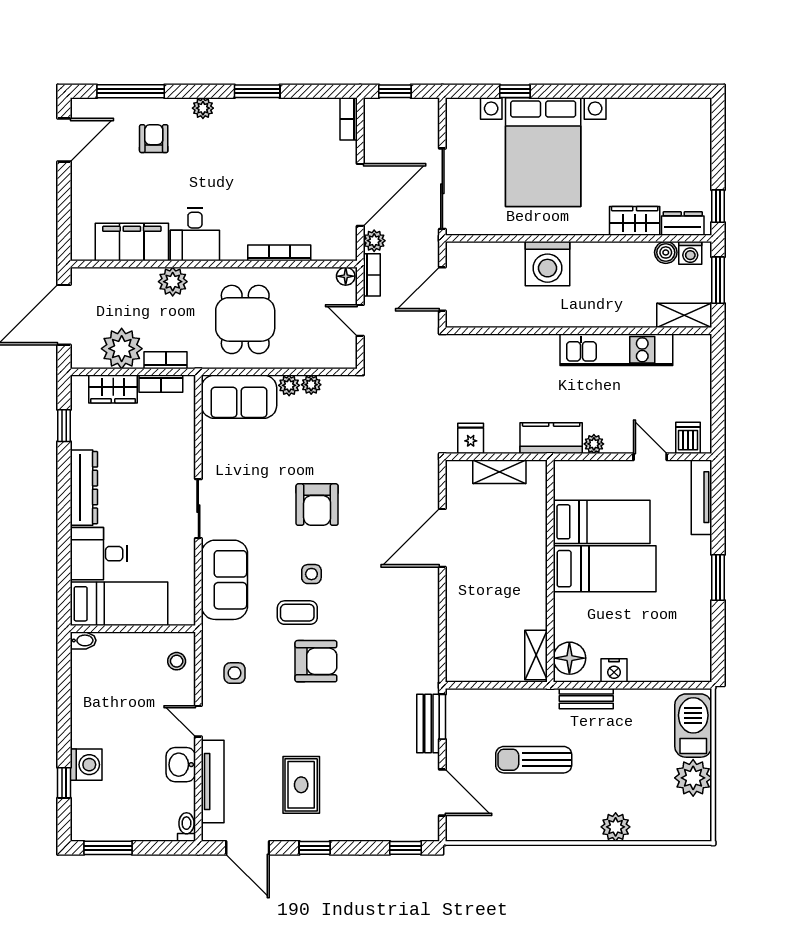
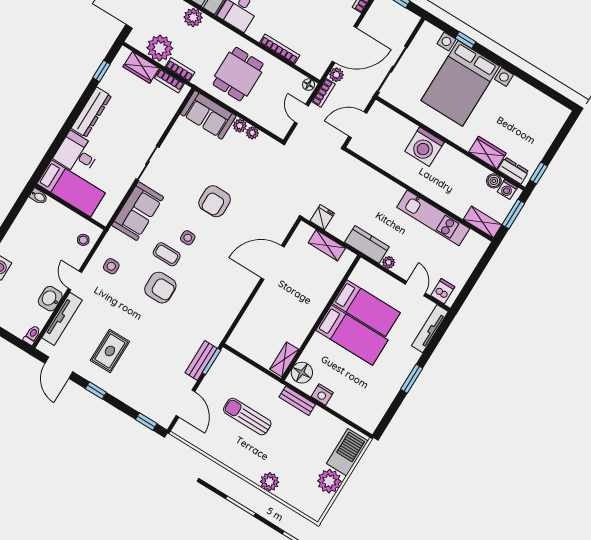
plant: (173, 282) -> (193, 17), moved

